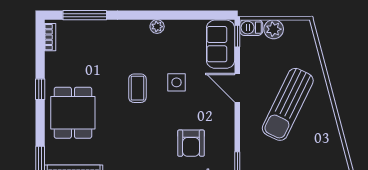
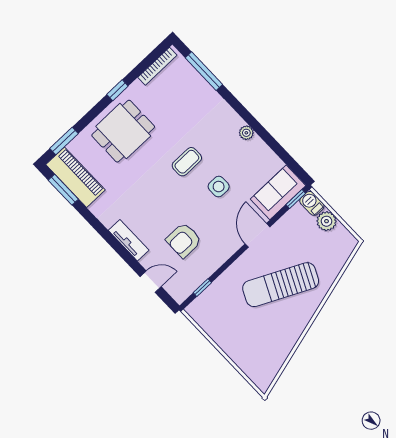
bookcase: (50, 37) -> (157, 66), width x1.56

